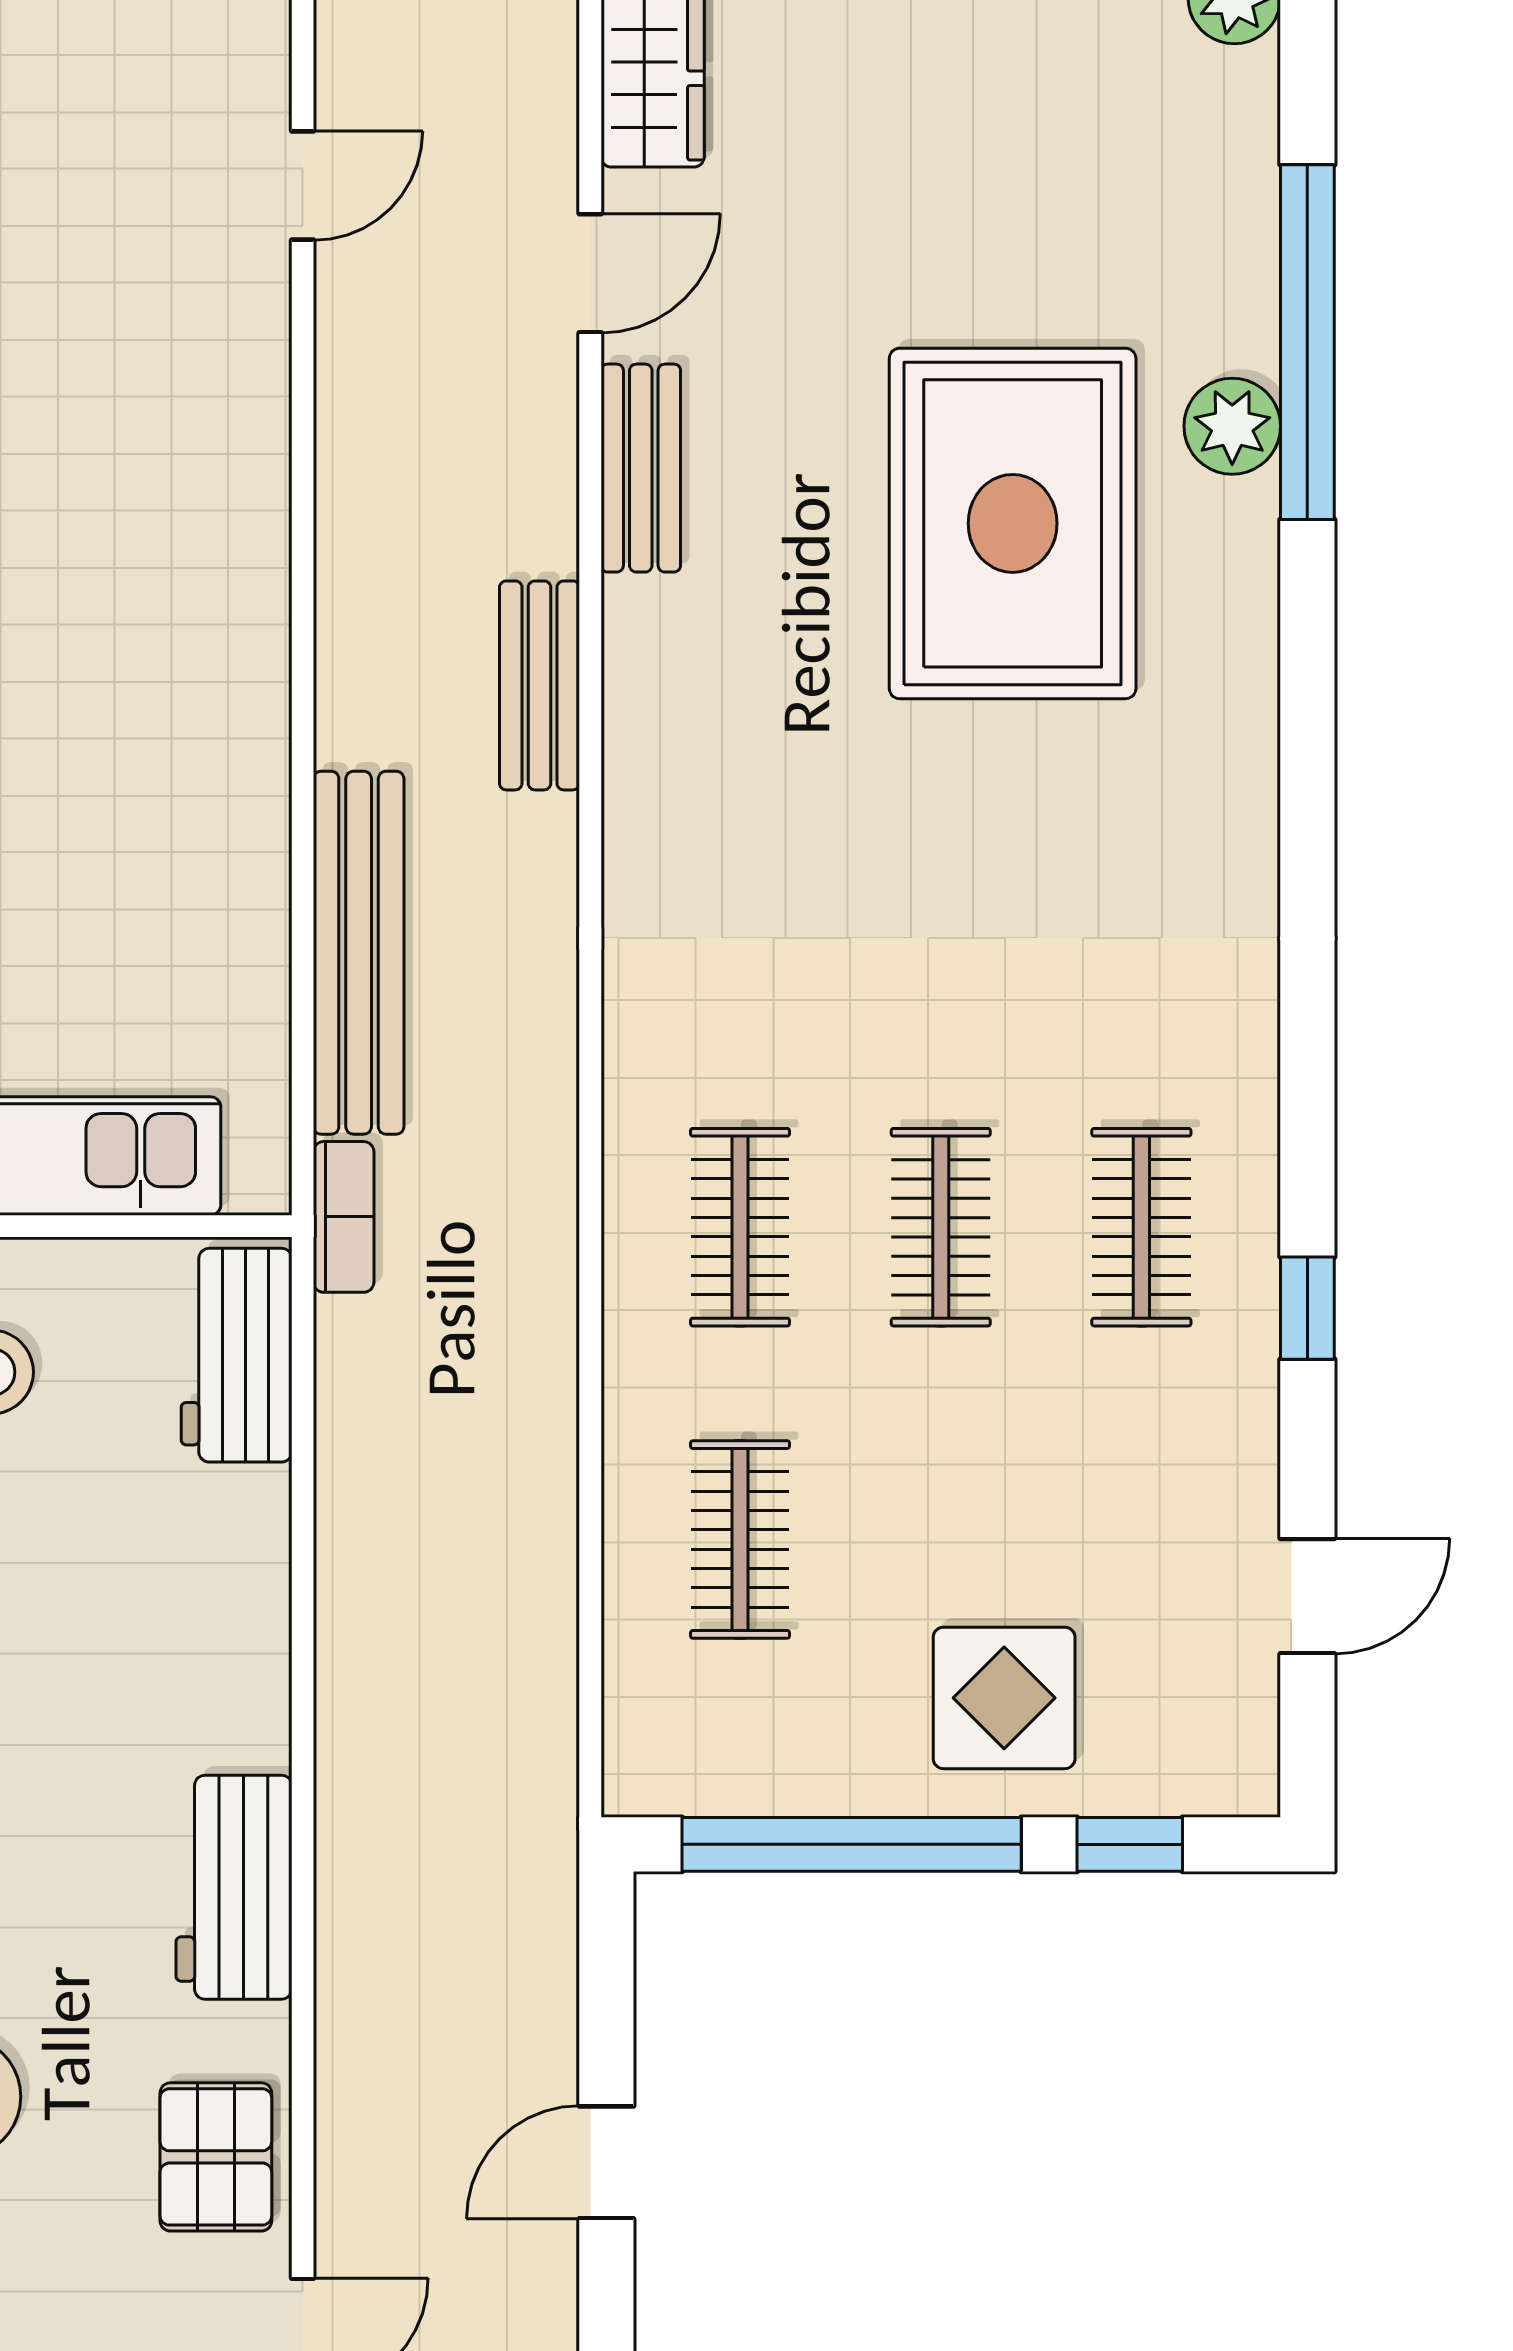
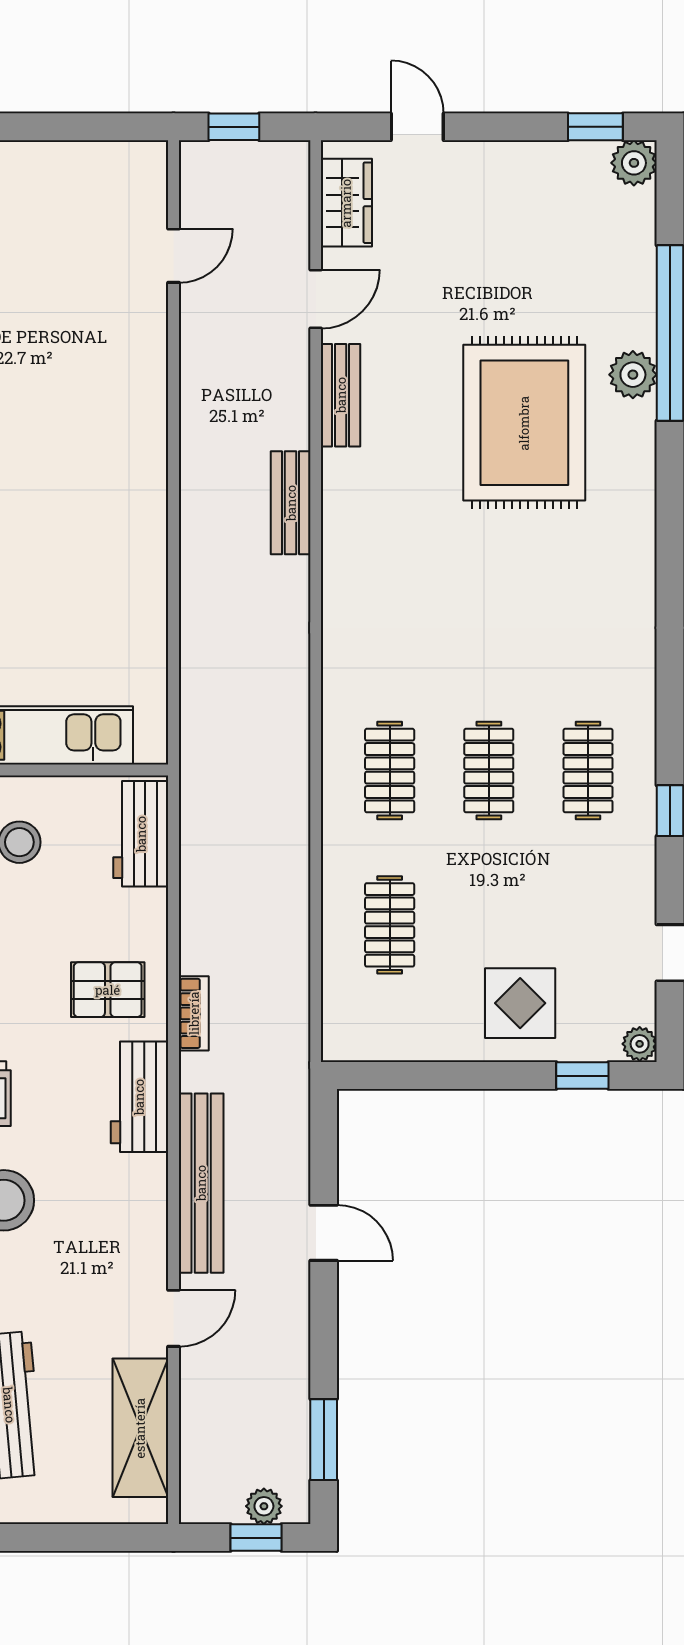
bench: (359, 953) -> (201, 1183), moved
bookcase: (344, 1217) -> (194, 1013), moved
plant: (1246, 1780) -> (640, 1044), added
window: (852, 1844) -> (445, 1076), removed
pallet: (216, 2157) -> (108, 990), moved, turned 90
door: (606, 2162) -> (324, 1233), swing flipped

